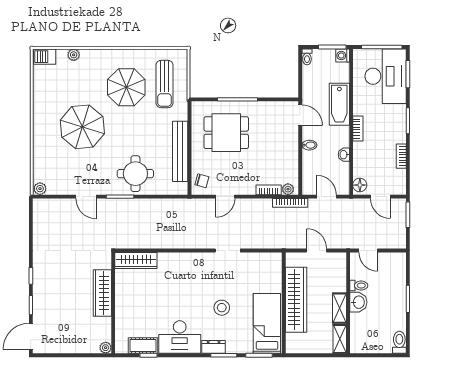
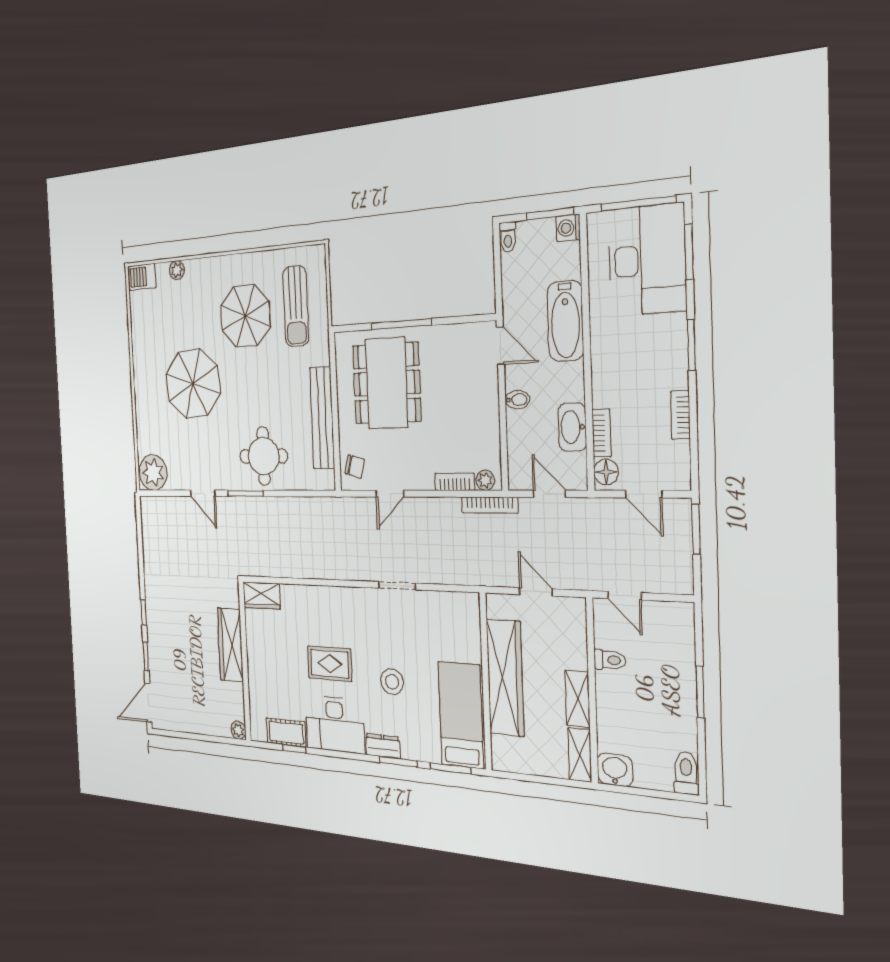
bookcase: (358, 129) -> (601, 433), moved
dining table: (226, 133) -> (387, 383), width x1.37
washbasin: (344, 155) -> (572, 427), width x1.91, depth x1.45
plant: (40, 189) -> (153, 473), width x1.87, depth x1.87
wardrobe: (136, 260) -> (262, 596), width x0.67
rug: (178, 300) -> (330, 664), added
washbasin: (358, 302) -> (615, 770), moved, turned -90

